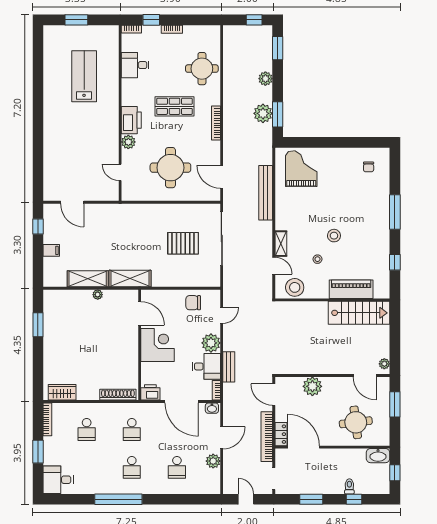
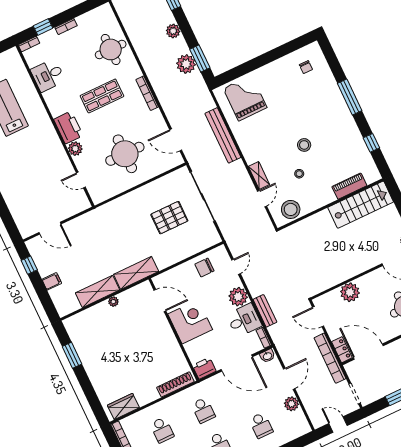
door: (274, 266) -> (262, 199), hinge flipped
piano: (351, 289) -> (349, 186), width x0.73, depth x0.75

